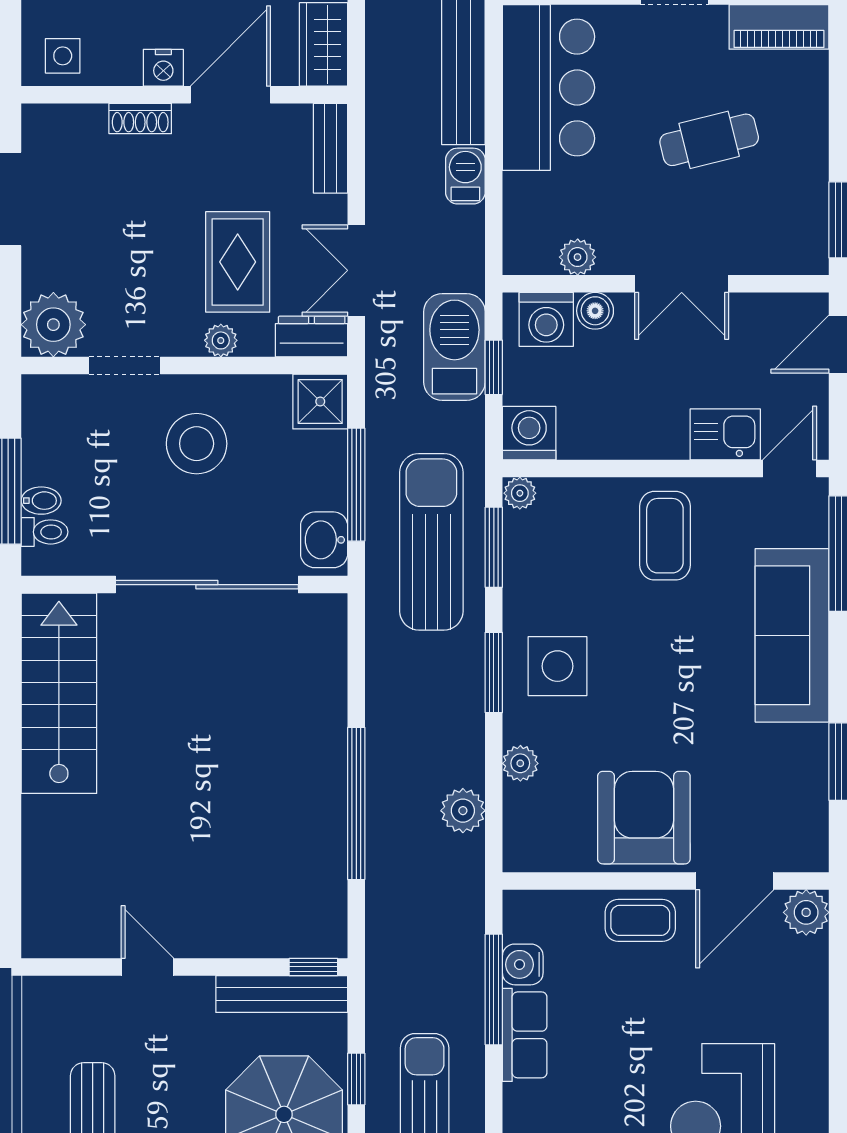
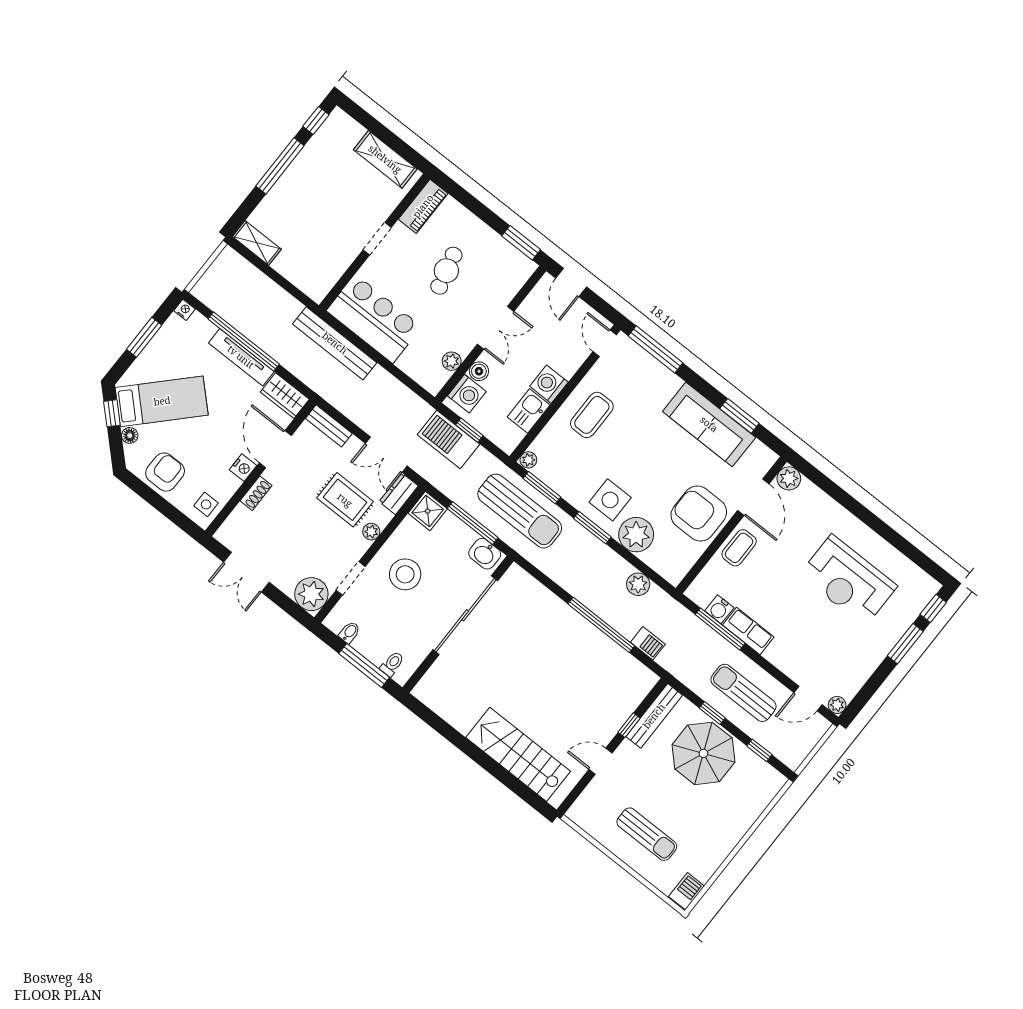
barbecue: (465, 176) -> (648, 643), moved, turned 180
washing machine: (529, 433) -> (549, 384), moved
kitchen sink: (725, 434) -> (529, 411), moved
bidet: (41, 501) -> (349, 632), moved
coffee table: (665, 536) -> (592, 415), turned 90
sun lounger: (431, 542) -> (520, 511), turned 180
sofa: (792, 635) -> (709, 424), moved
stairs: (59, 693) -> (518, 754), moved
plant: (520, 763) -> (636, 535), width x1.87, depth x1.87
window: (313, 967) -> (629, 725), moved

